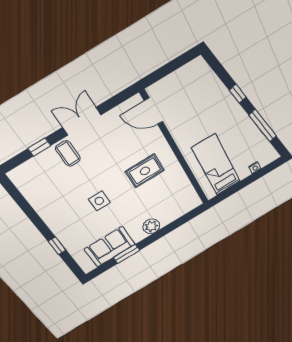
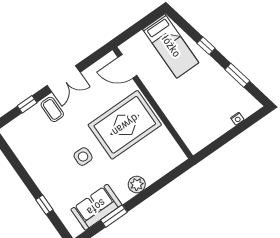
double door: (82, 121) -> (64, 79), swing flipped
window: (263, 126) -> (237, 75), width x0.69
bed: (216, 165) -> (171, 46), moved, turned 180
rug: (145, 171) -> (125, 125), width x1.86, depth x2.06

